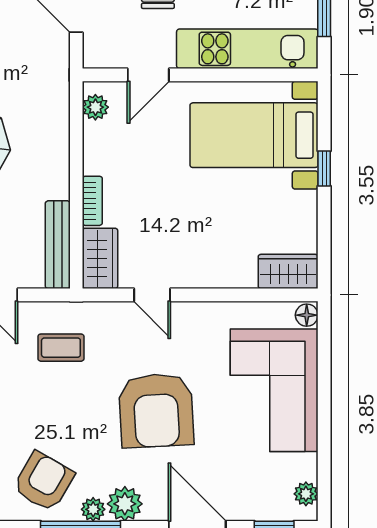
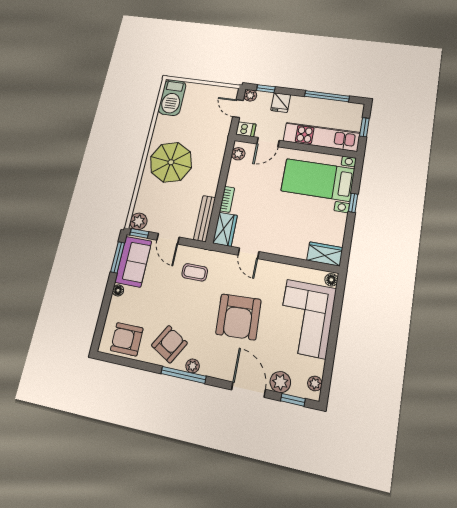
dishwasher: (100, 55) -> (246, 129), added
plant: (125, 504) -> (280, 382), moved

